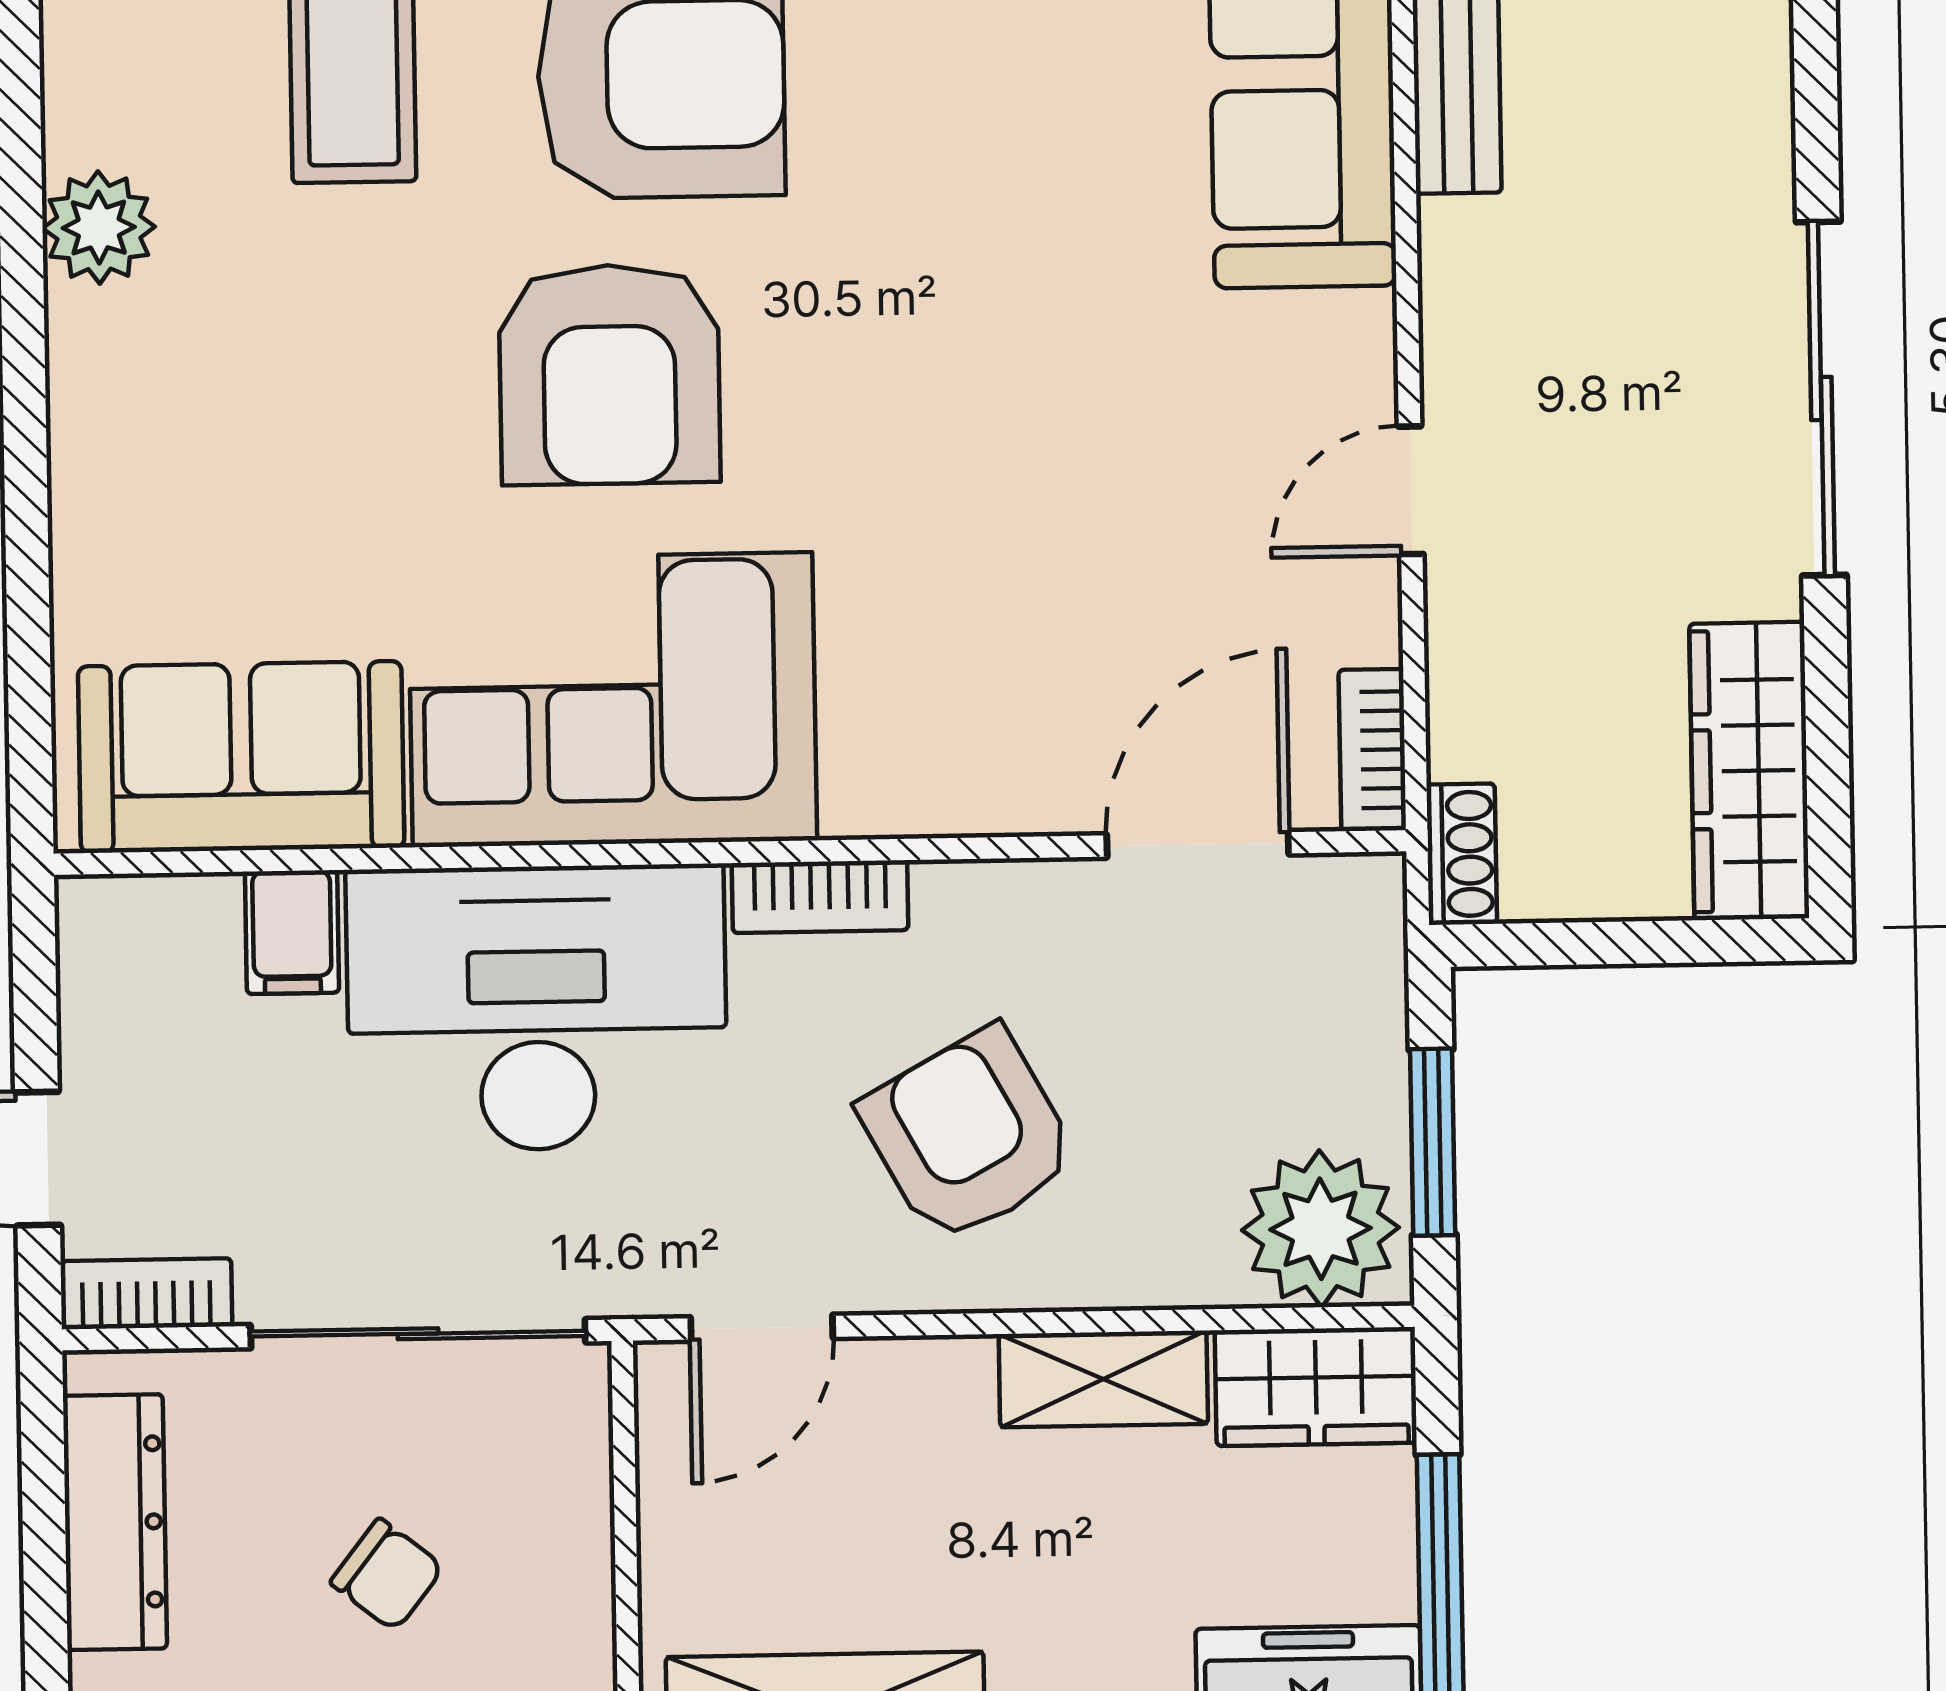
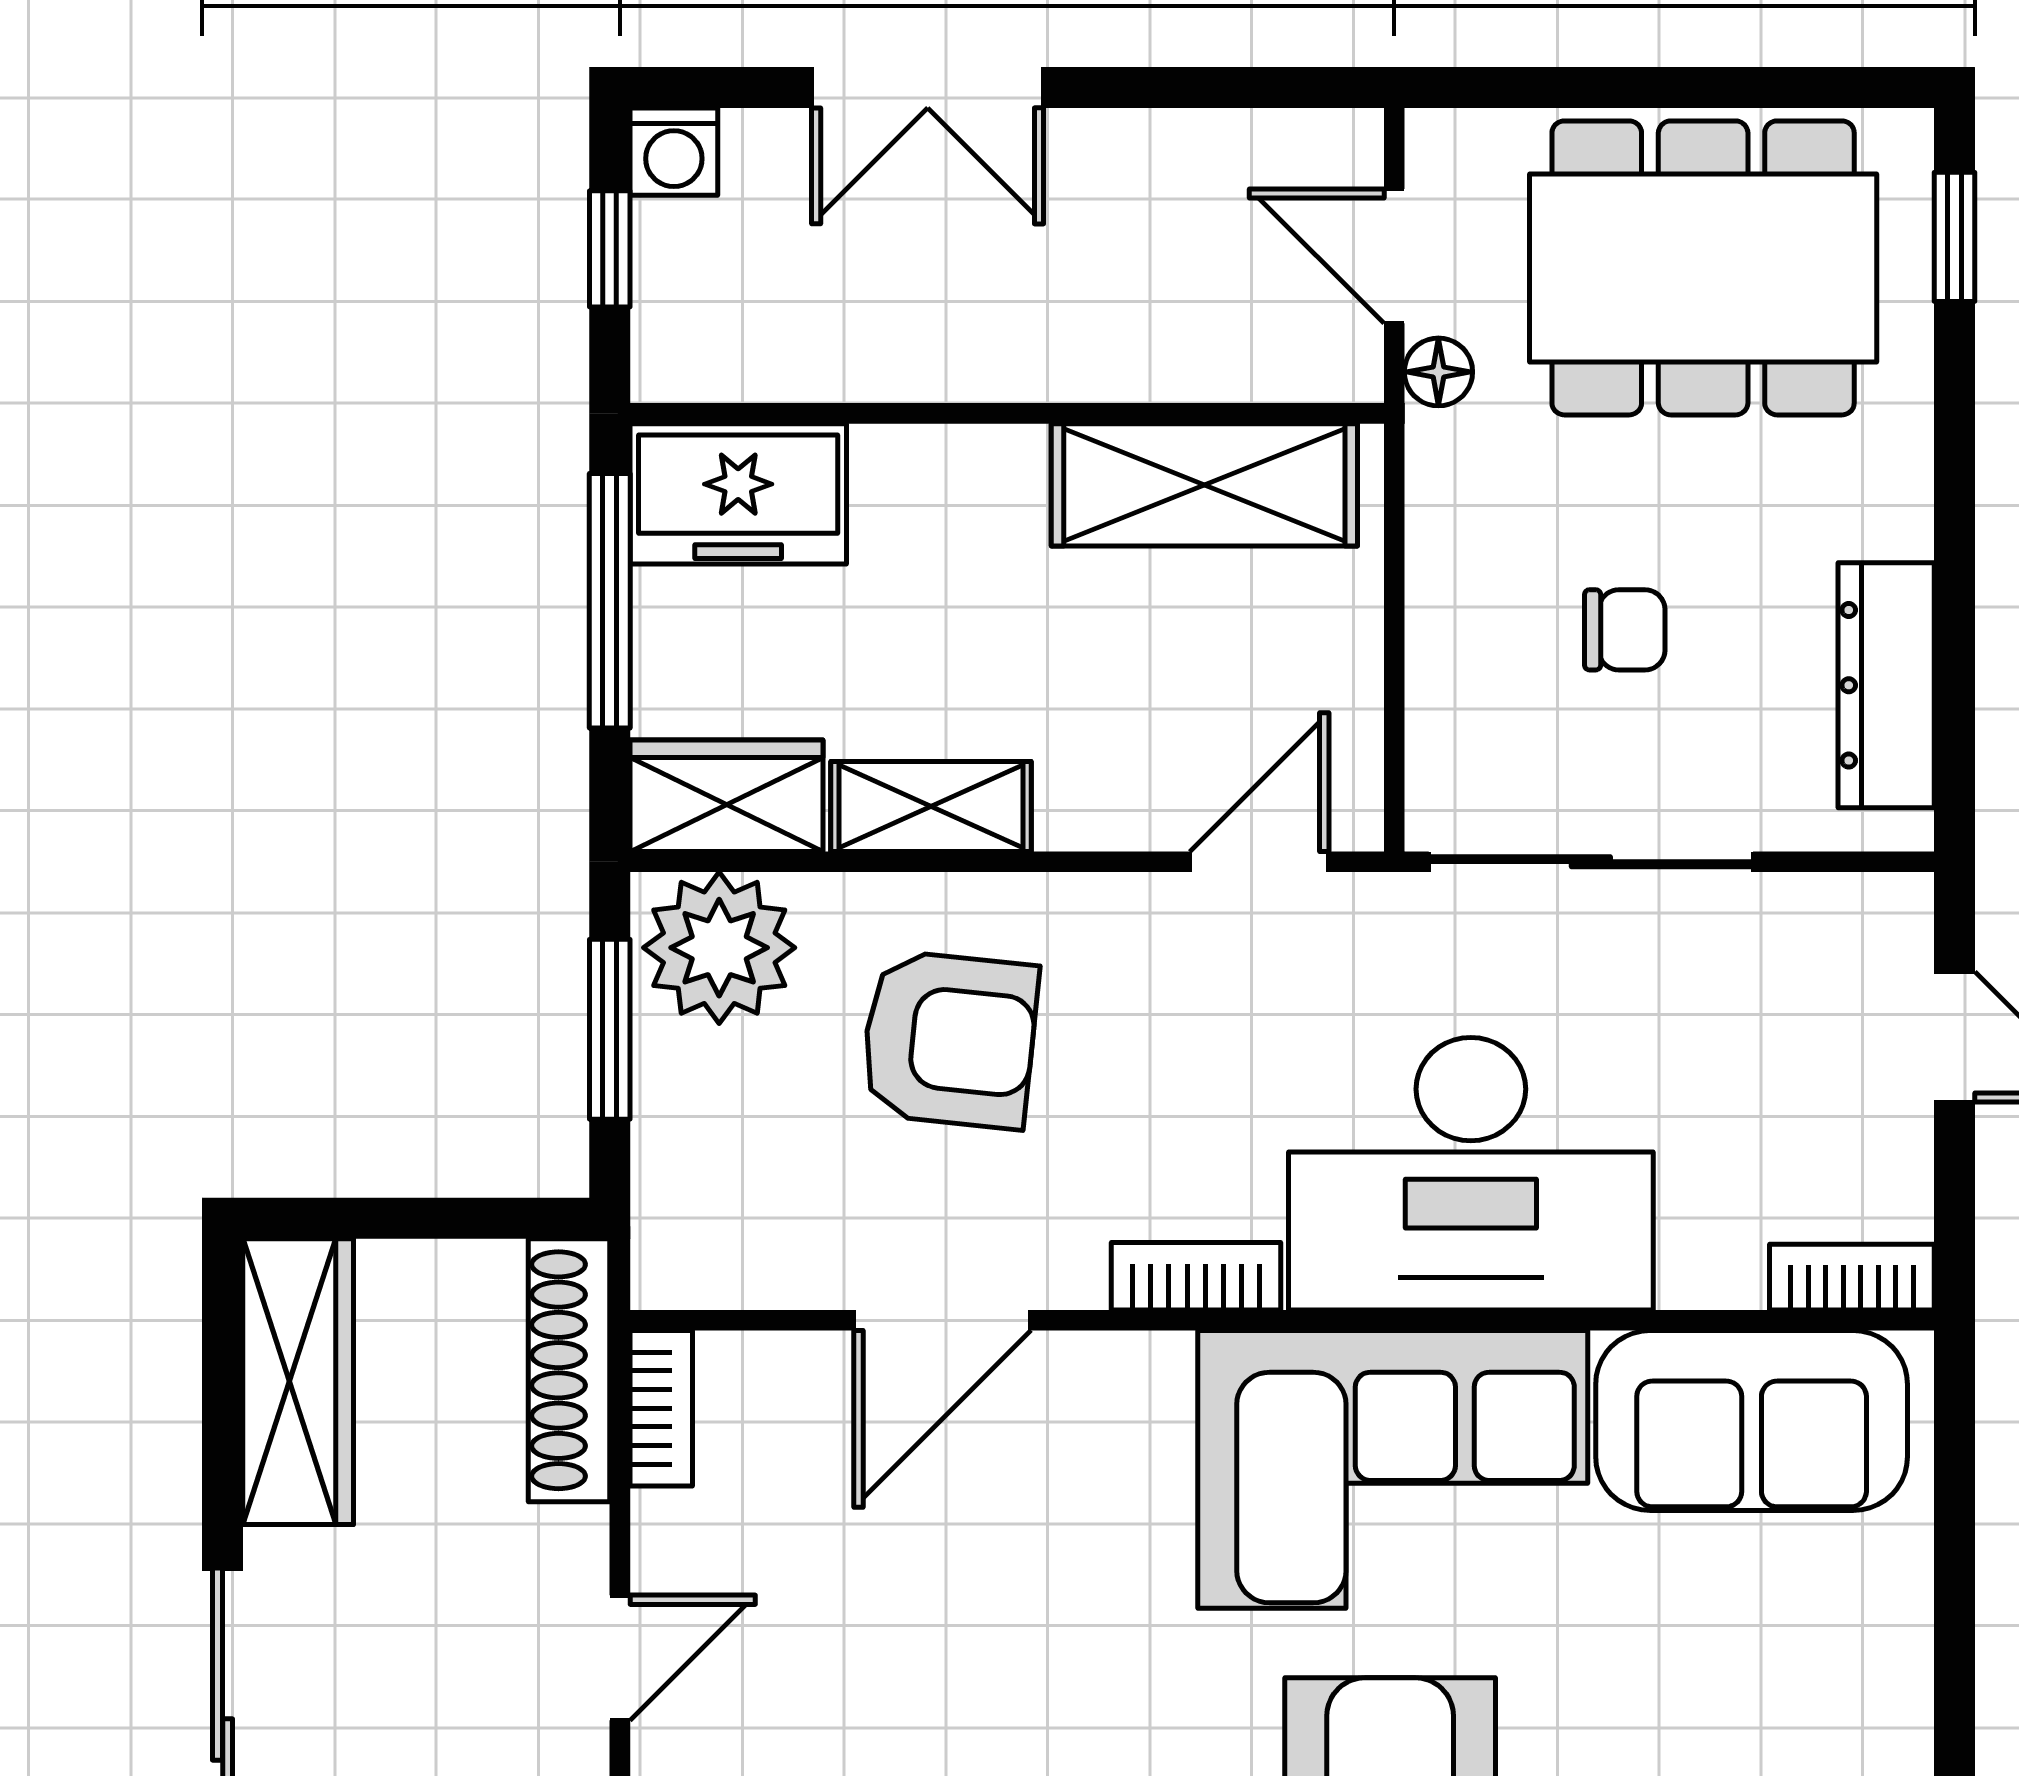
door: (1198, 844) -> (942, 1320), moved
shoe rack: (1462, 854) -> (569, 1370), width x1.94, depth x1.24
filing cabinet: (292, 932) -> (1706, 1251), removed
armchair: (969, 1135) -> (949, 1040), moved, turned -55
bookcase: (146, 1294) -> (1852, 1277), moved, turned 180
chair: (387, 1575) -> (1625, 630), turned 142

